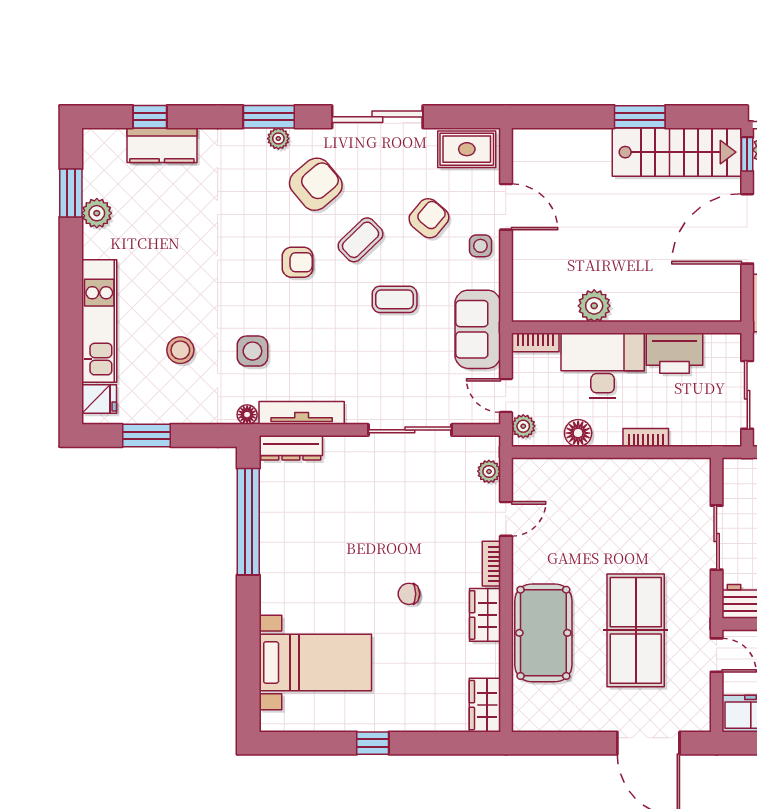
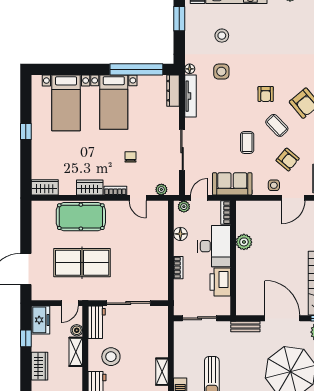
sliding door: (717, 538) -> (128, 303), width x1.37
bed with nightstands: (314, 567) -> (114, 102), added
chair: (409, 594) -> (130, 157), moved

